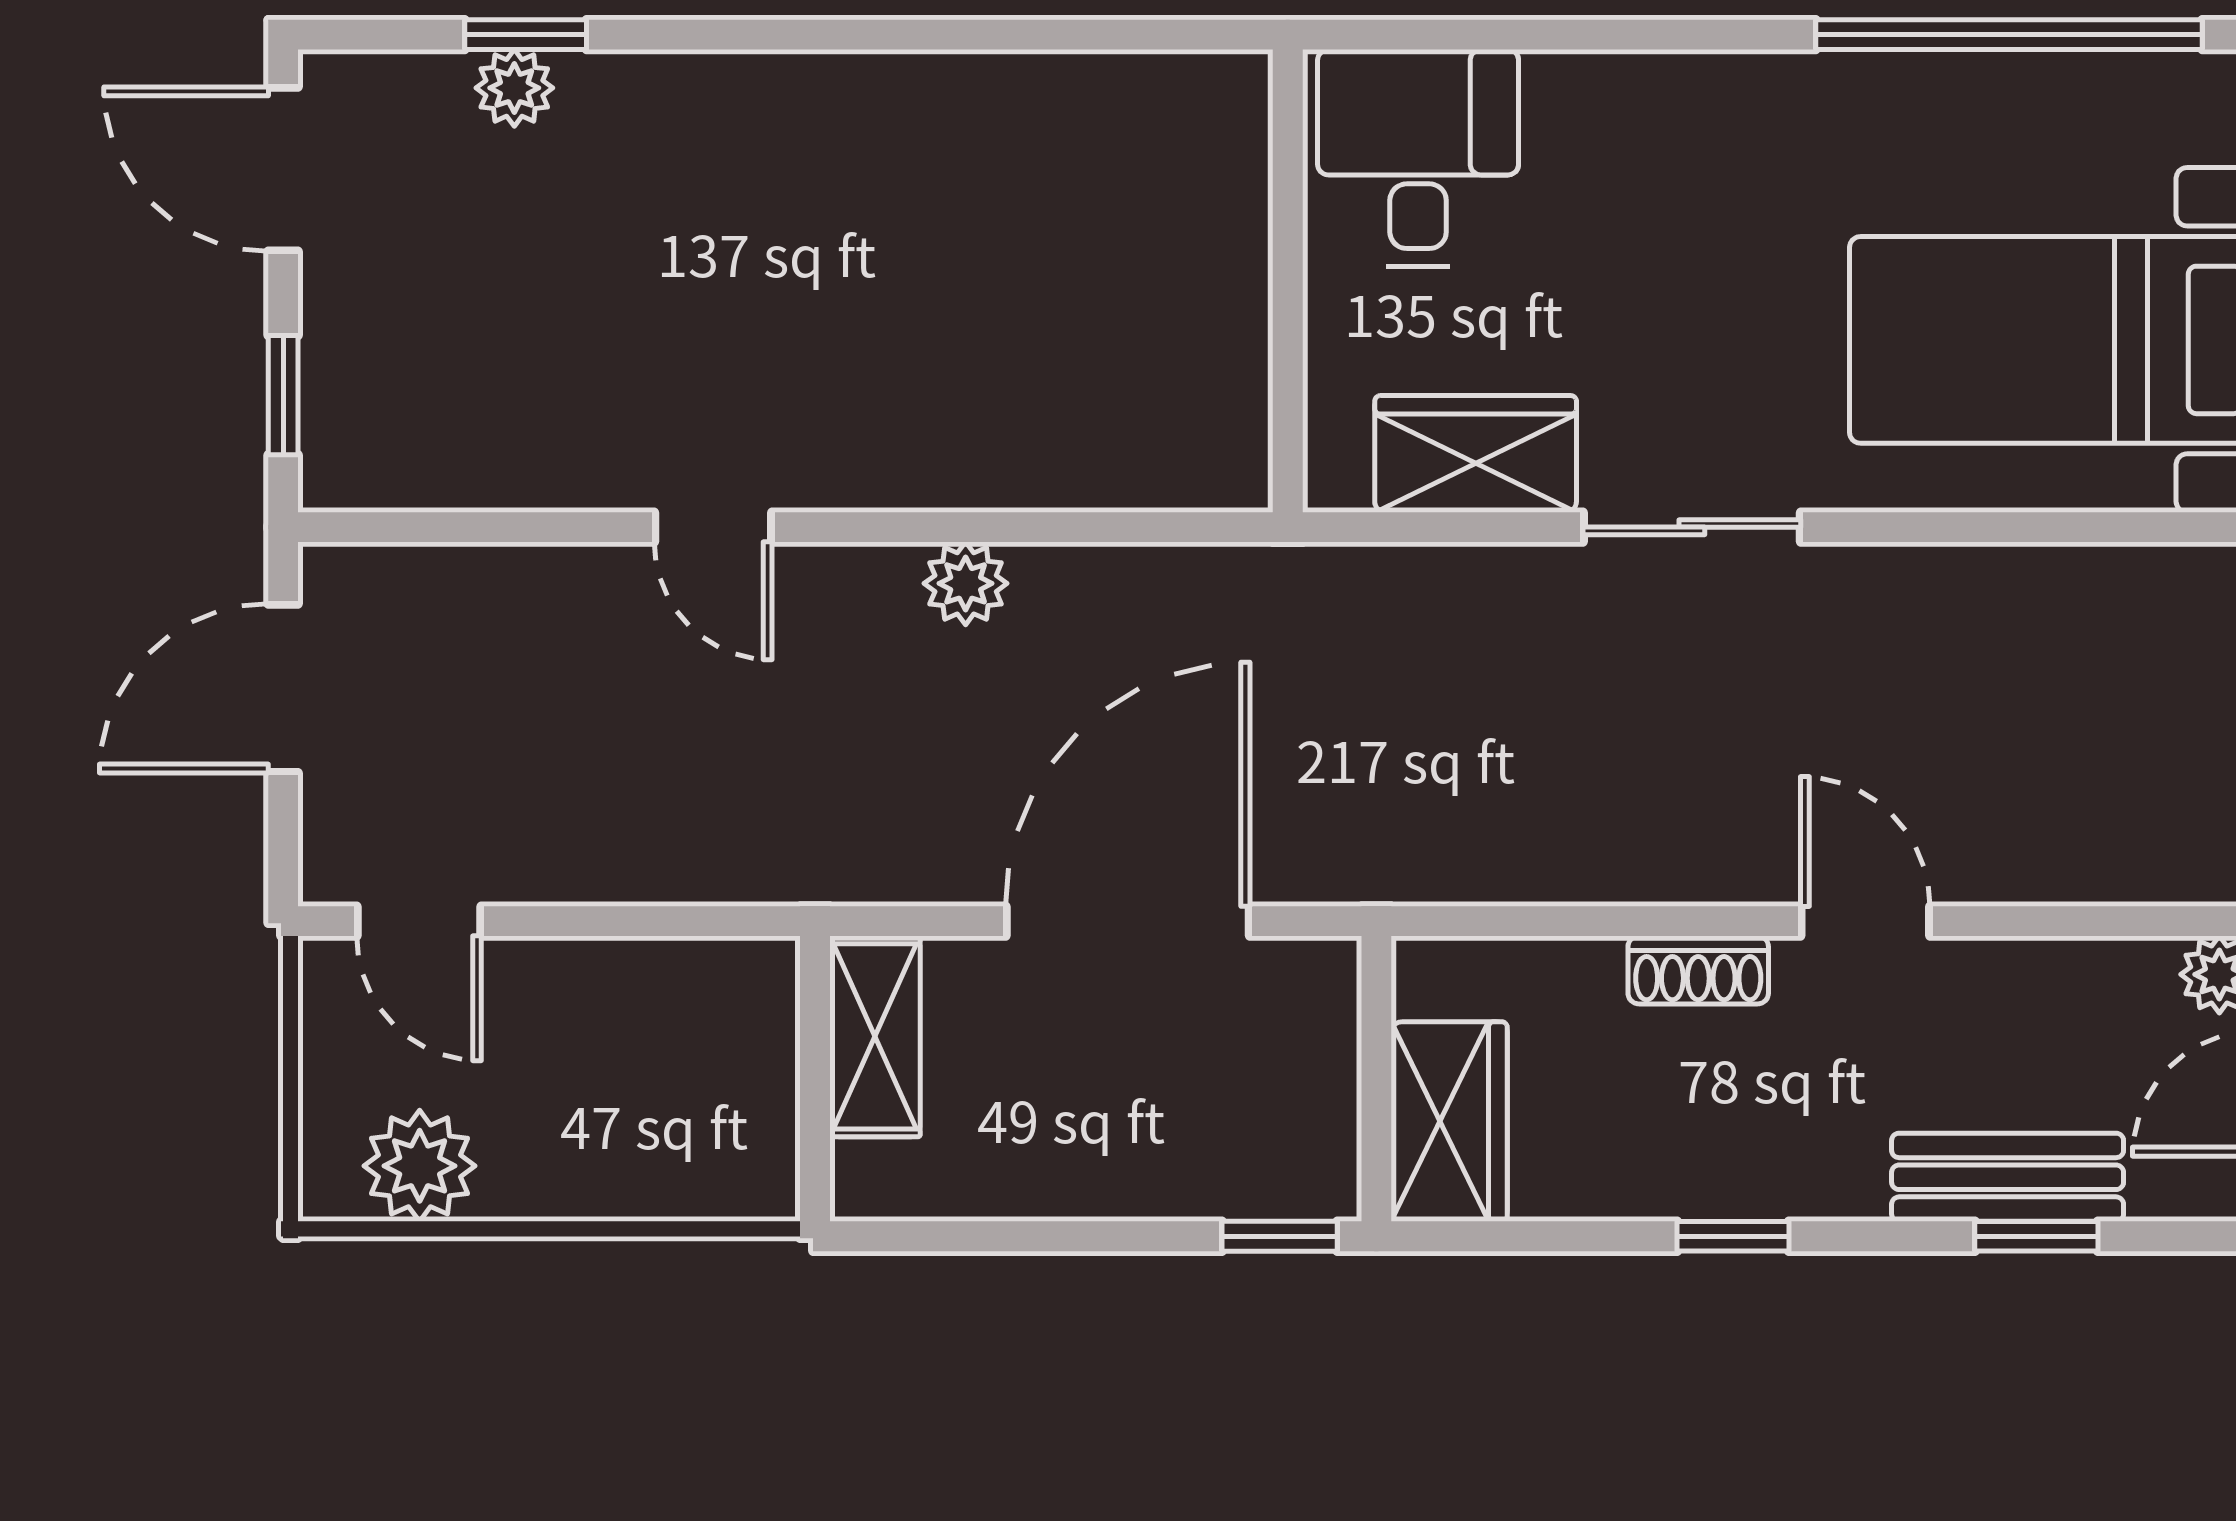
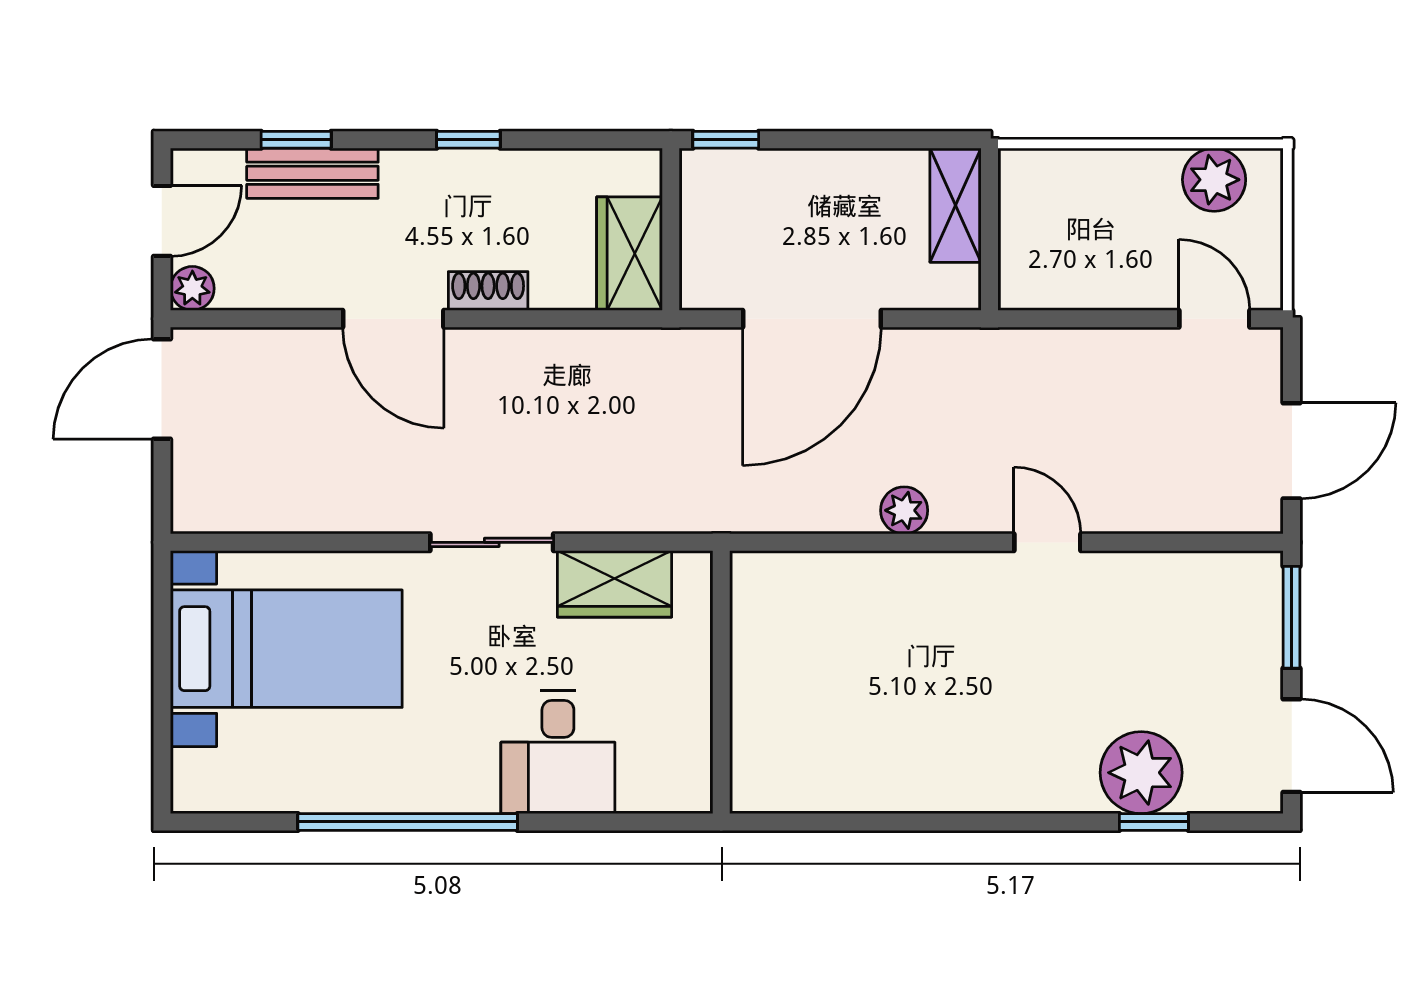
window: (2009, 35) -> (408, 822), moved
plant: (514, 88) -> (1141, 773), width x1.88, depth x1.88
desk: (1418, 158) -> (558, 752), moved
window: (283, 395) -> (1292, 617), width x1.50
door: (1865, 921) -> (393, 319), width x1.38
shelving: (875, 1036) -> (955, 205), moved
wardrobe: (1449, 1122) -> (630, 254), moved

